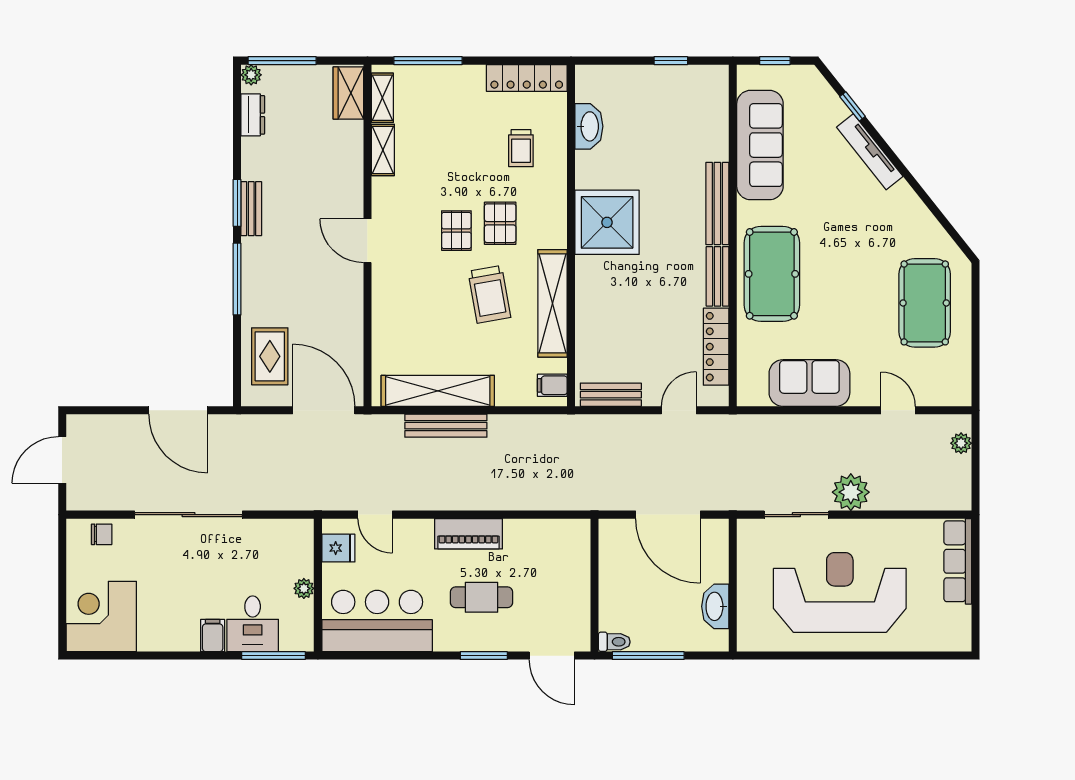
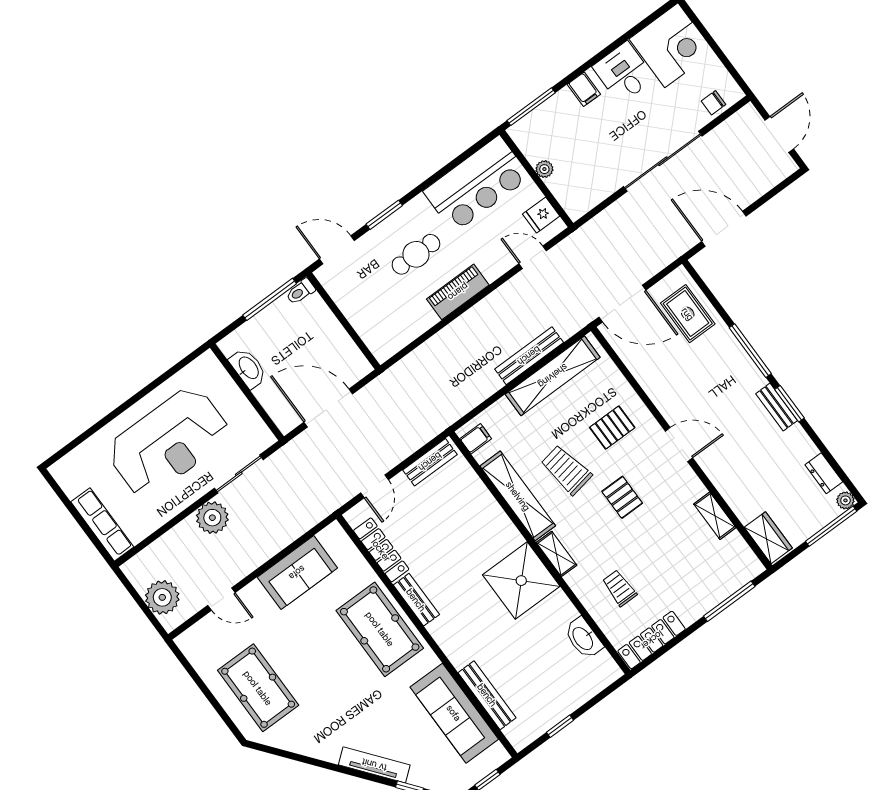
shelving: (382, 98) -> (556, 554), moved
bench: (717, 204) -> (487, 695), moved
pallet: (500, 223) -> (612, 428), moved, turned 90
plant: (961, 443) -> (162, 597), width x1.87, depth x1.87
desk: (253, 624) -> (624, 73), moved

